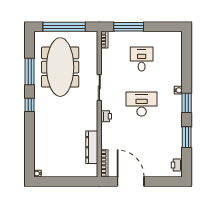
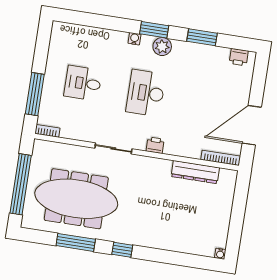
plant: (176, 110) -> (162, 47), added

